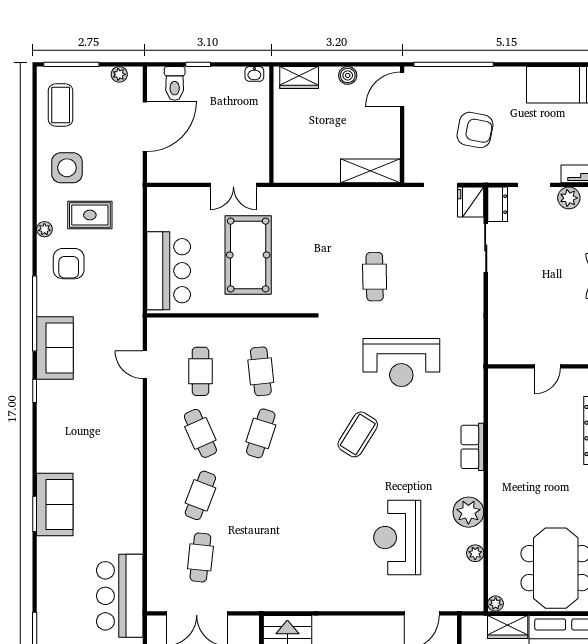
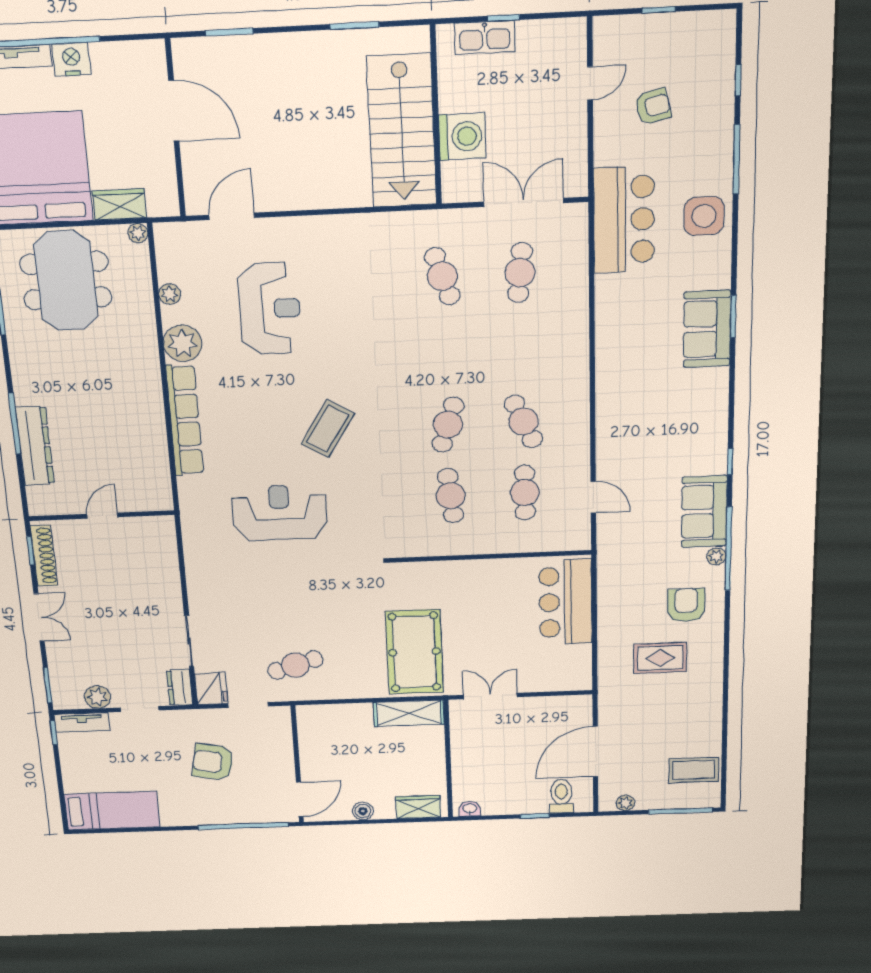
coffee table: (61, 105) -> (694, 770), turned 90
side table: (67, 168) -> (704, 216), moved
shelving: (370, 171) -> (409, 713), moved
plant: (44, 229) -> (716, 556), moved
pool table: (248, 255) -> (414, 652), moved
cafe table: (375, 277) -> (295, 665), moved, turned 74
row of seats: (472, 447) -> (185, 420), width x2.02
cafe table: (200, 495) -> (442, 276), moved, turned -39

